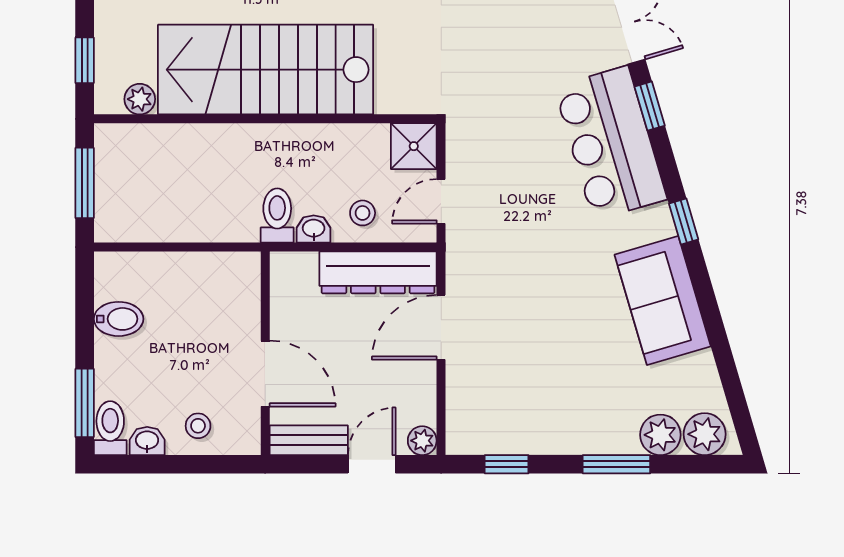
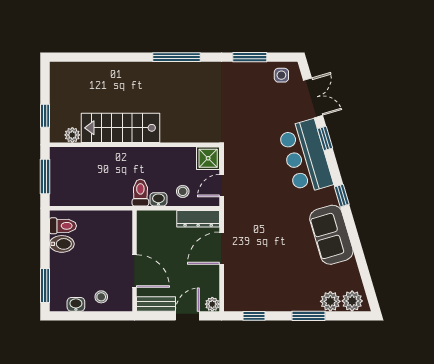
stairs: (266, 70) -> (120, 128), width x0.73, depth x0.66
dresser: (378, 272) -> (198, 219), width x0.73, depth x0.80
toilet: (110, 428) -> (63, 226), moved, turned 90

